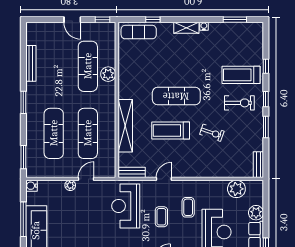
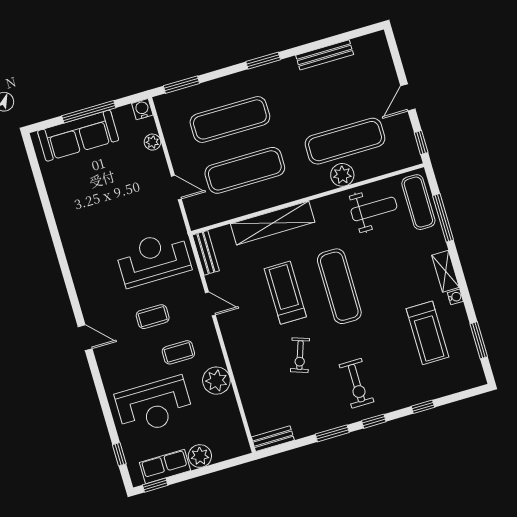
window: (153, 20) -> (443, 218), width x2.17
weight bench: (135, 61) -> (374, 209), added
treadmill: (241, 75) -> (427, 333), moved, turned 180
plant: (70, 185) -> (152, 142), moved
plant: (236, 189) -> (216, 381), moved

